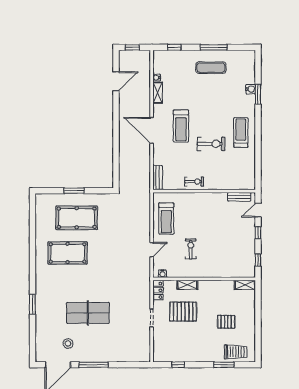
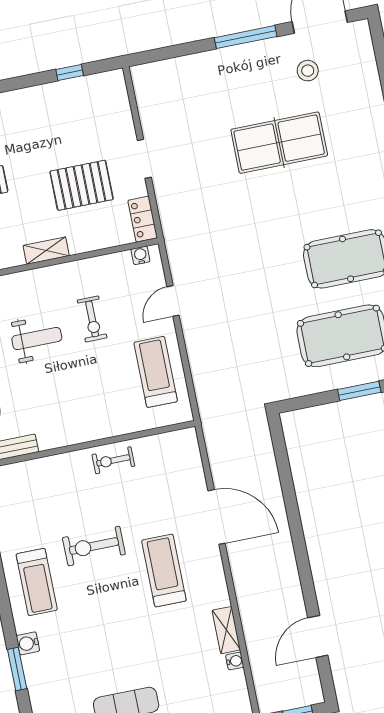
water cooler: (251, 89) -> (28, 643), moved
door: (152, 130) -> (217, 517), moved
bench: (158, 178) -> (191, 453), removed
weight bench: (218, 245) -> (37, 339), added
shelving: (187, 285) -> (46, 251), moved

